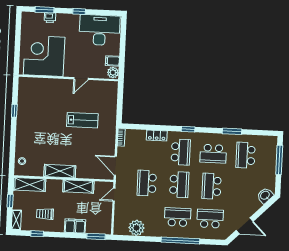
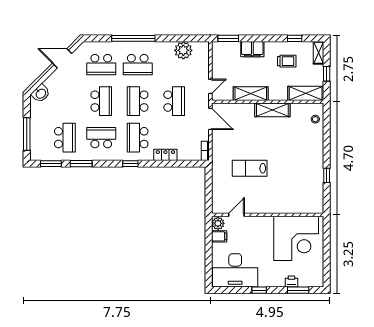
door: (81, 79) -> (236, 215), moved
window: (259, 133) -> (51, 164), added

